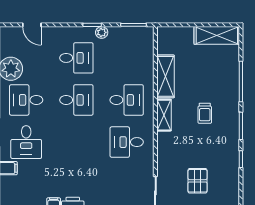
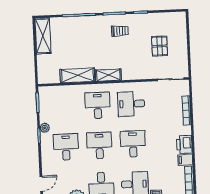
trolley: (205, 113) -> (120, 31), moved
desk: (76, 142) -> (133, 144), added
desk: (127, 142) -> (131, 104), turned 90
pallet: (198, 181) -> (160, 46), turned 90

